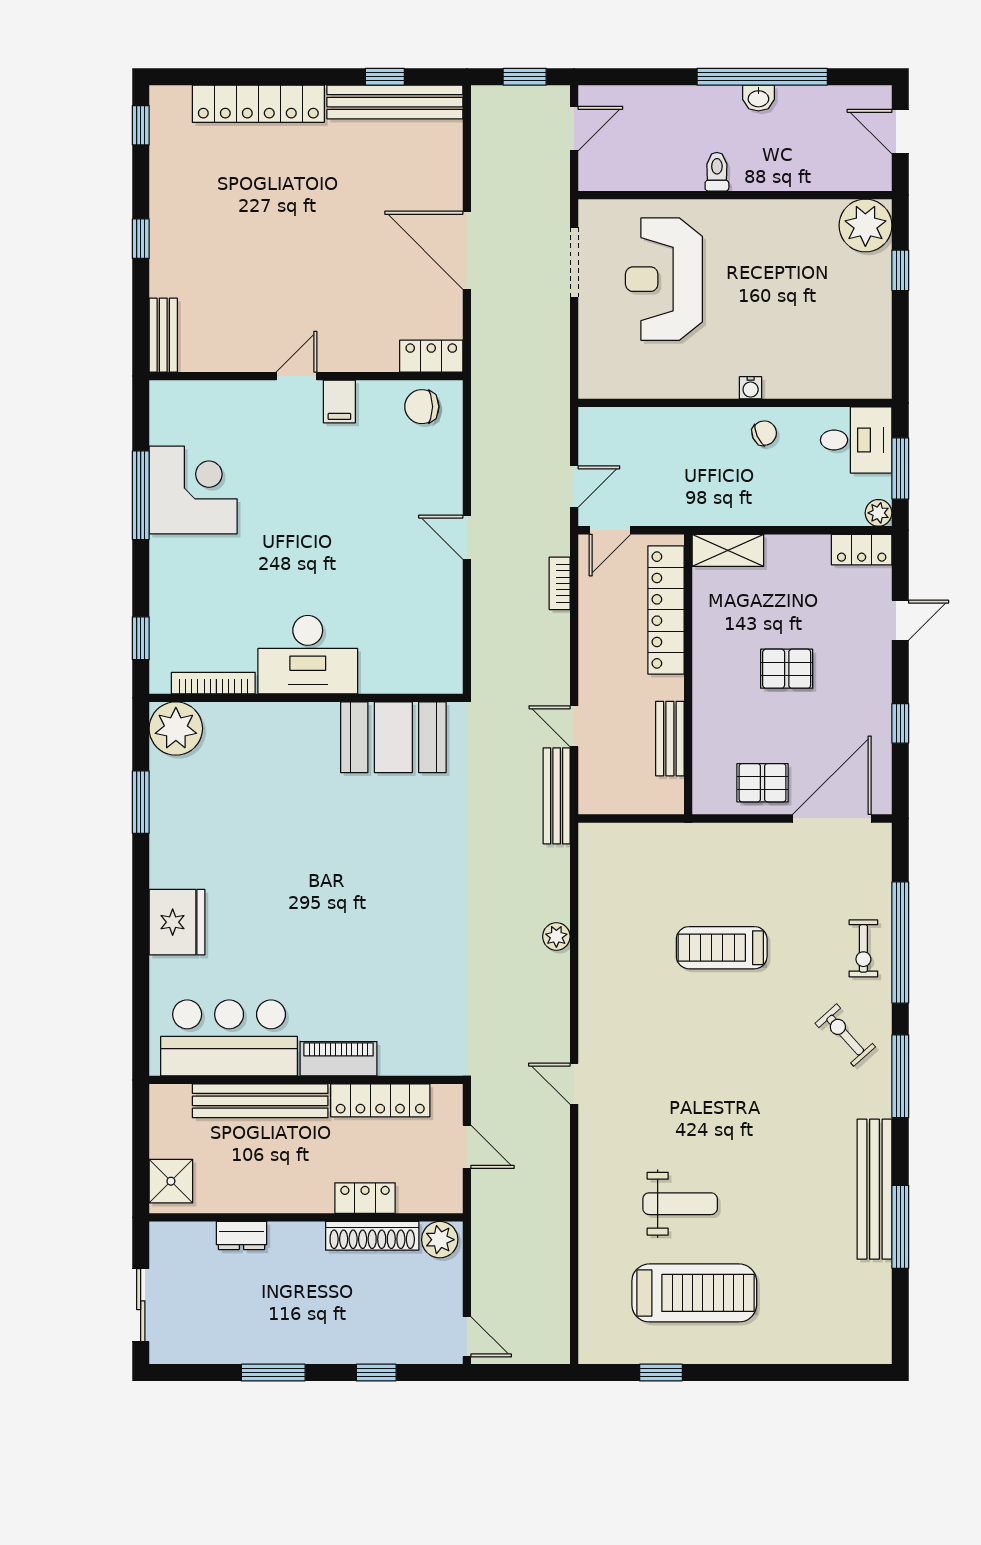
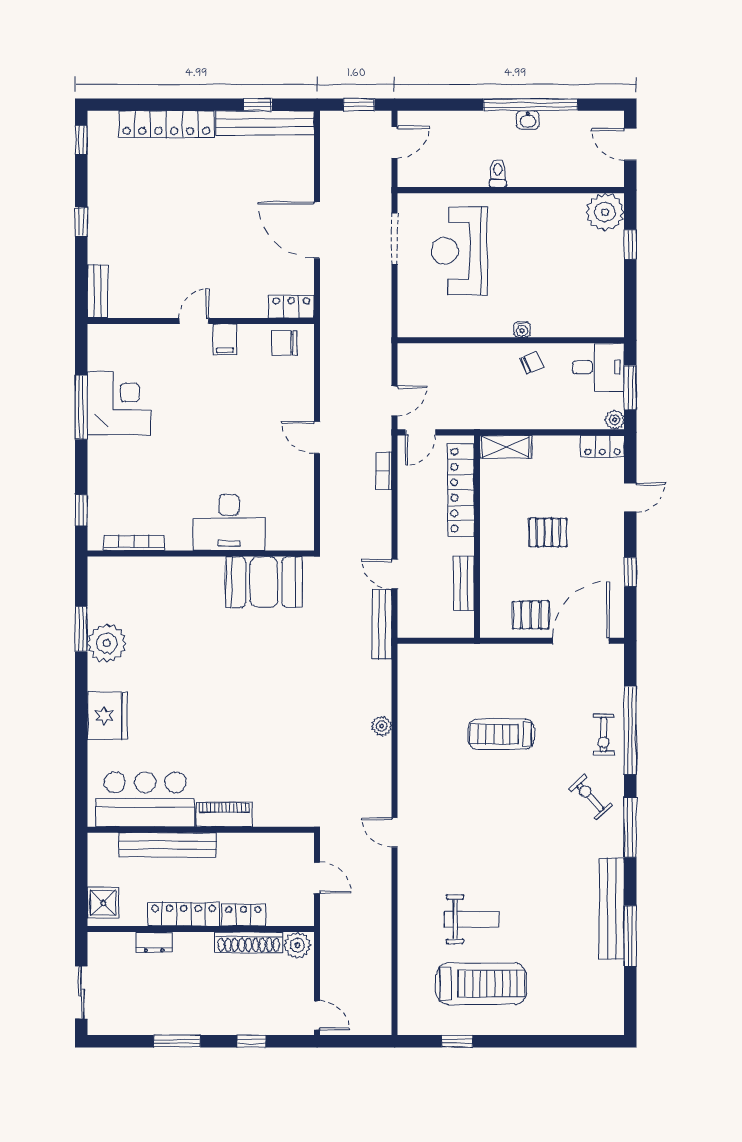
desk: (308, 655) -> (229, 522), moved
plant: (176, 729) -> (107, 643), moved
locker: (380, 1100) -> (184, 914), moved, turned 180

